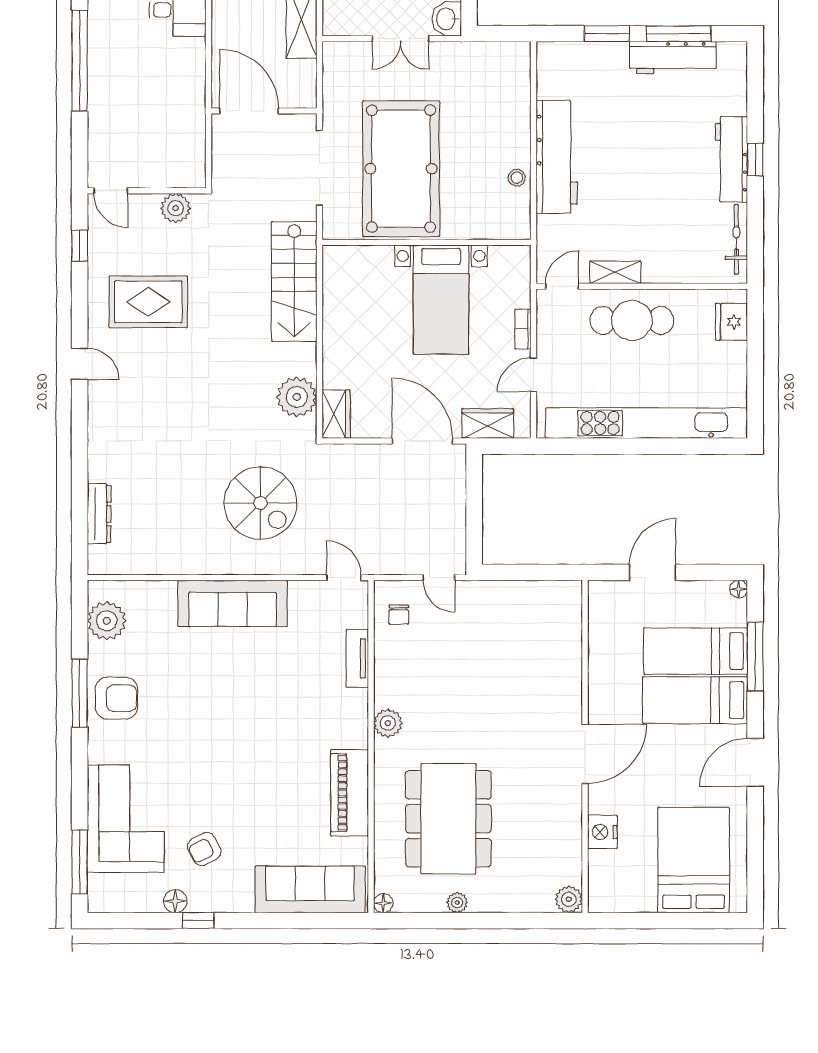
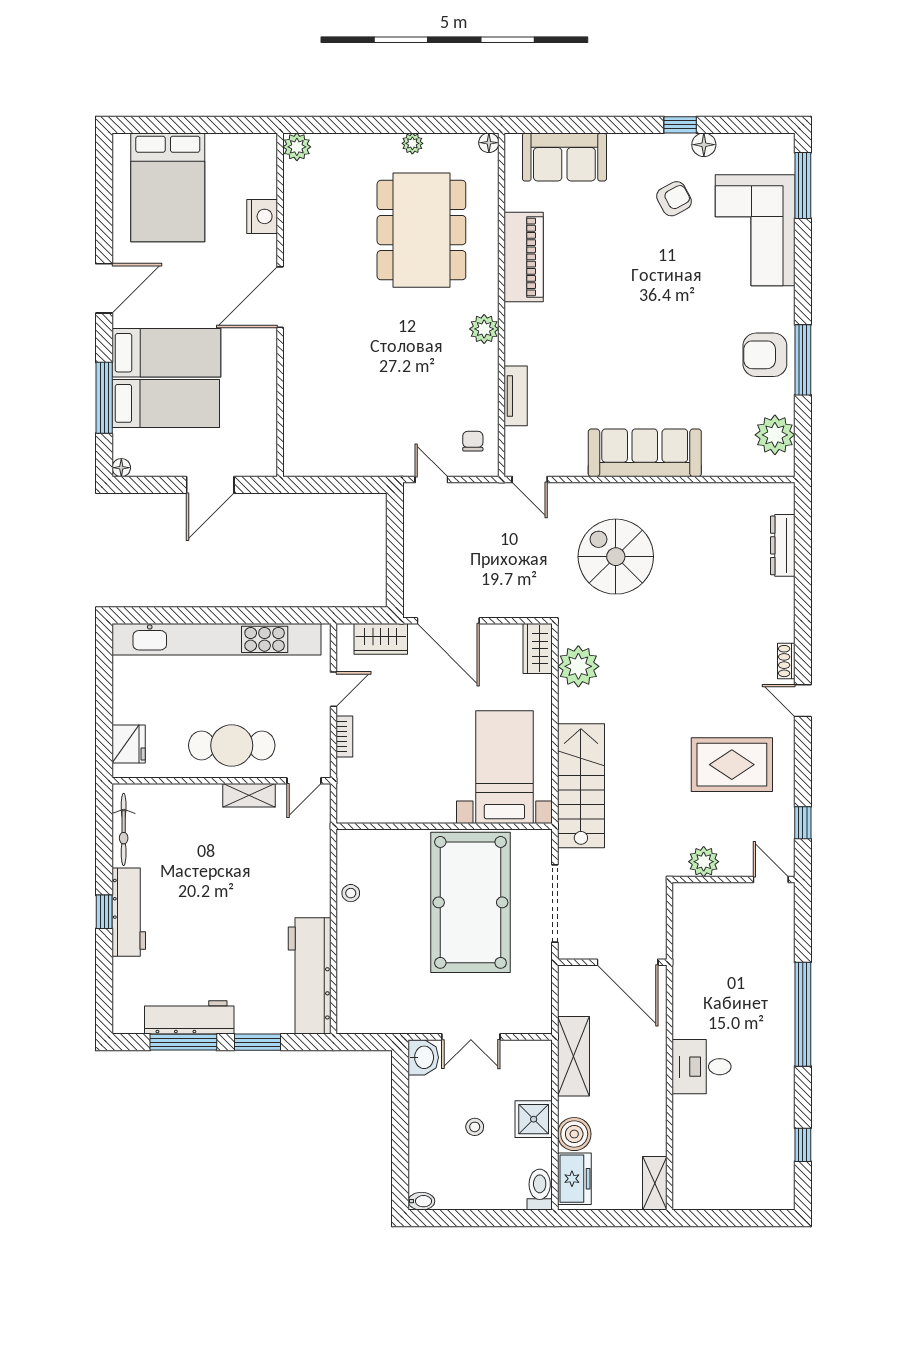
double door: (401, 39) -> (471, 1037), swing flipped
workbench: (557, 157) -> (310, 976), moved
bed with nightstands: (441, 300) -> (504, 767), moved
shoe rack: (96, 402) -> (786, 661), added
sofa: (310, 889) -> (564, 157), width x0.73

